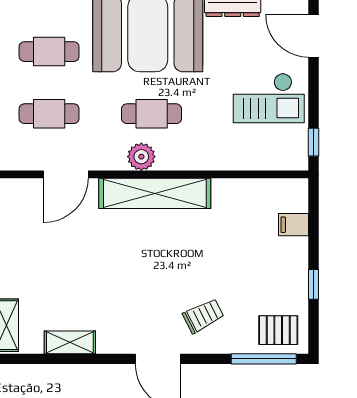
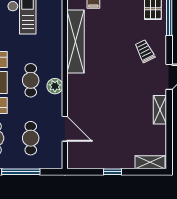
shelving: (155, 193) -> (76, 42), moved
shelving: (70, 342) -> (160, 110), moved

